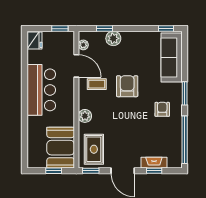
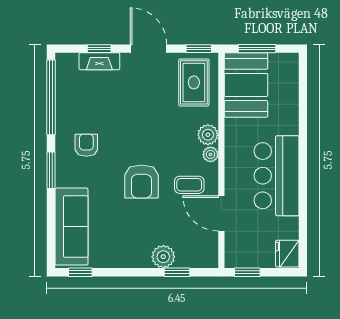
plant: (83, 45) -> (210, 154), moved
armchair: (162, 109) -> (86, 145), turned 180
window: (54, 171) -> (257, 49), width x1.50

